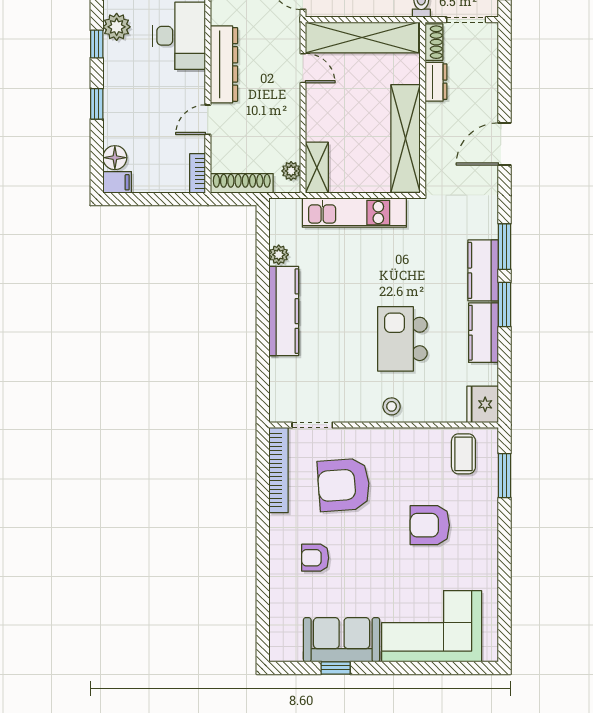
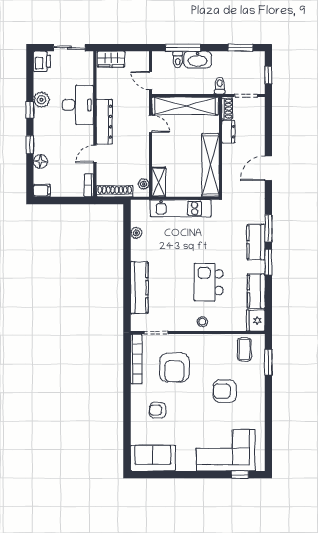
floor lamp: (115, 158) -> (40, 161), moved
kitchen counter: (284, 311) -> (139, 288), moved
kitchen counter: (483, 333) -> (256, 291), moved
armchair: (344, 485) -> (174, 368), turned -86
sofa: (342, 640) -> (153, 458), moved
window: (336, 668) -> (240, 475), moved

